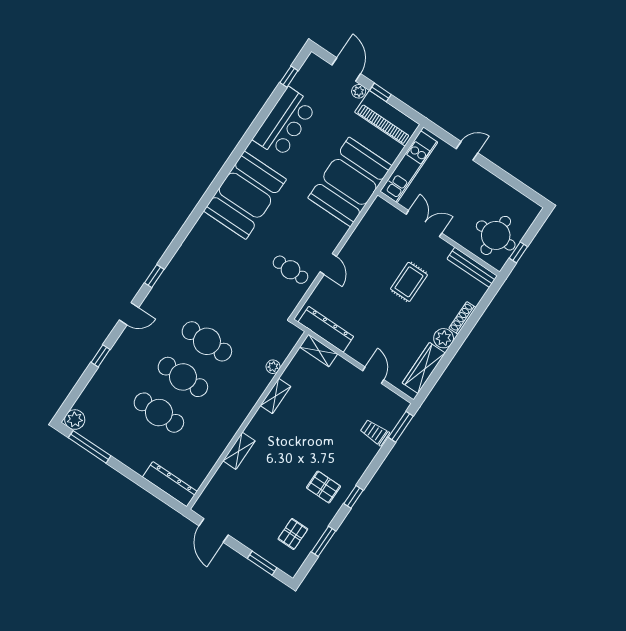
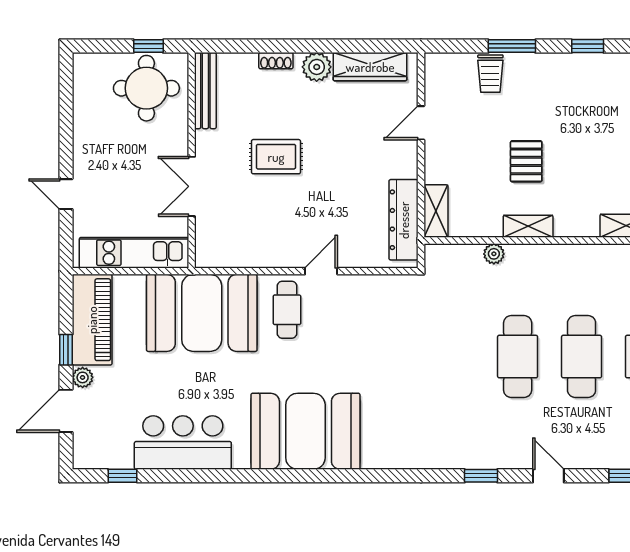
cafe table: (291, 270) -> (287, 310), moved
shoe rack: (462, 318) -> (276, 61), width x0.70
window: (401, 427) -> (512, 46), moved
pallet: (323, 487) -> (526, 161), moved

